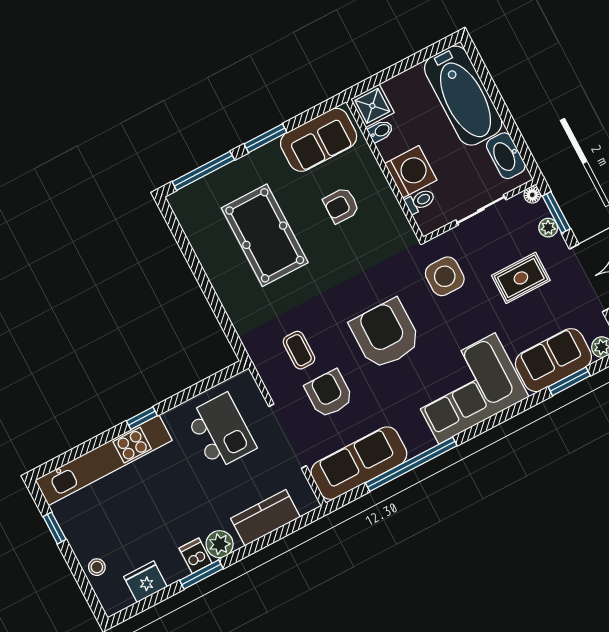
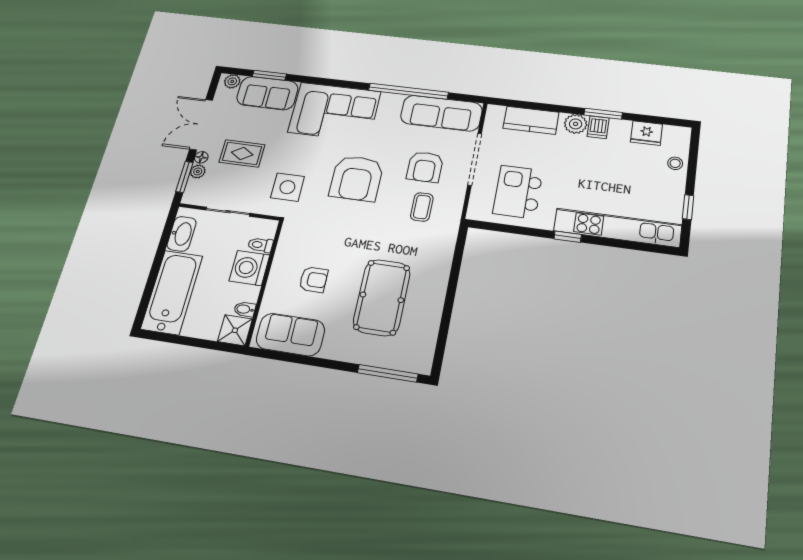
window: (266, 138) -> (325, 363), removed
floor lamp: (532, 195) -> (201, 157), moved

